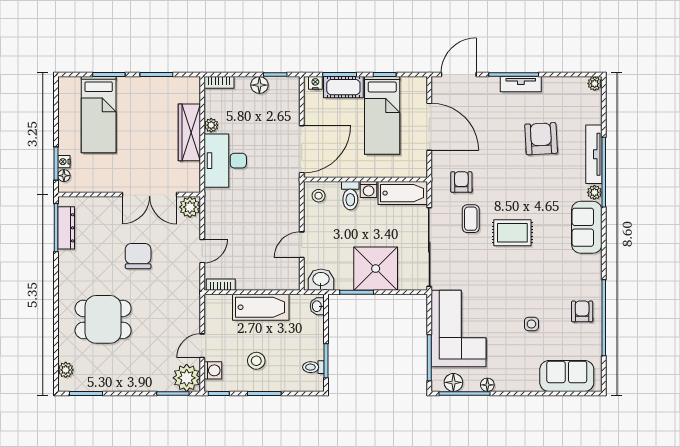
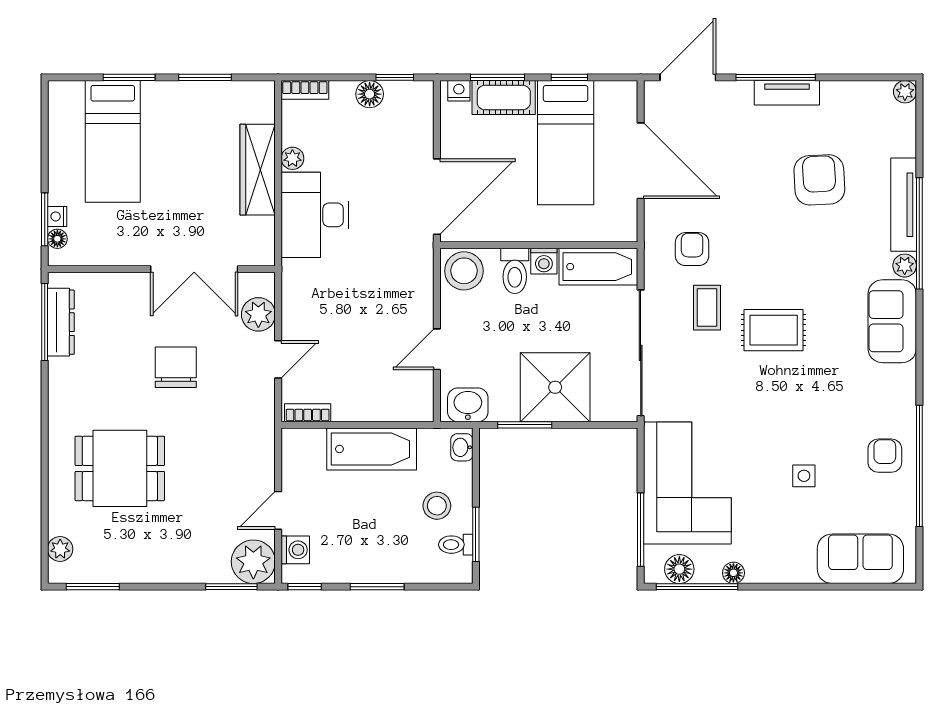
stool: (319, 196) -> (464, 271), width x1.89, depth x1.89
plant: (190, 207) -> (258, 314), moved
stool: (256, 361) -> (437, 506), moved

